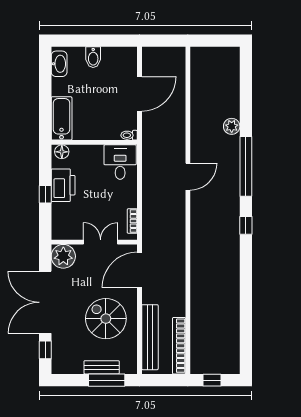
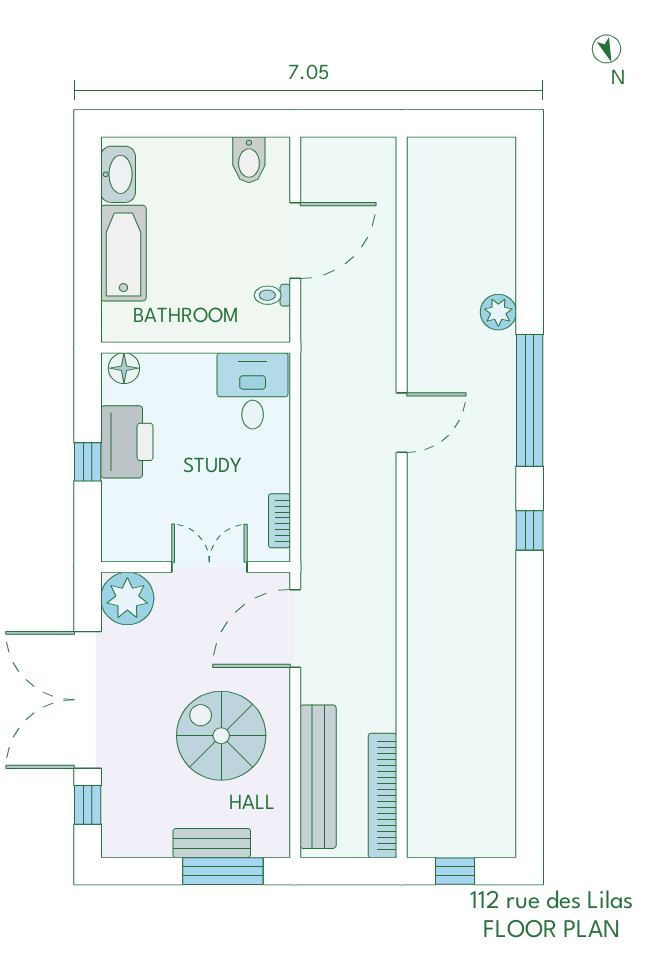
bidet: (93, 57) -> (249, 160), moved
bathtub: (62, 118) -> (123, 253), moved
toilet: (129, 135) -> (272, 295), moved

